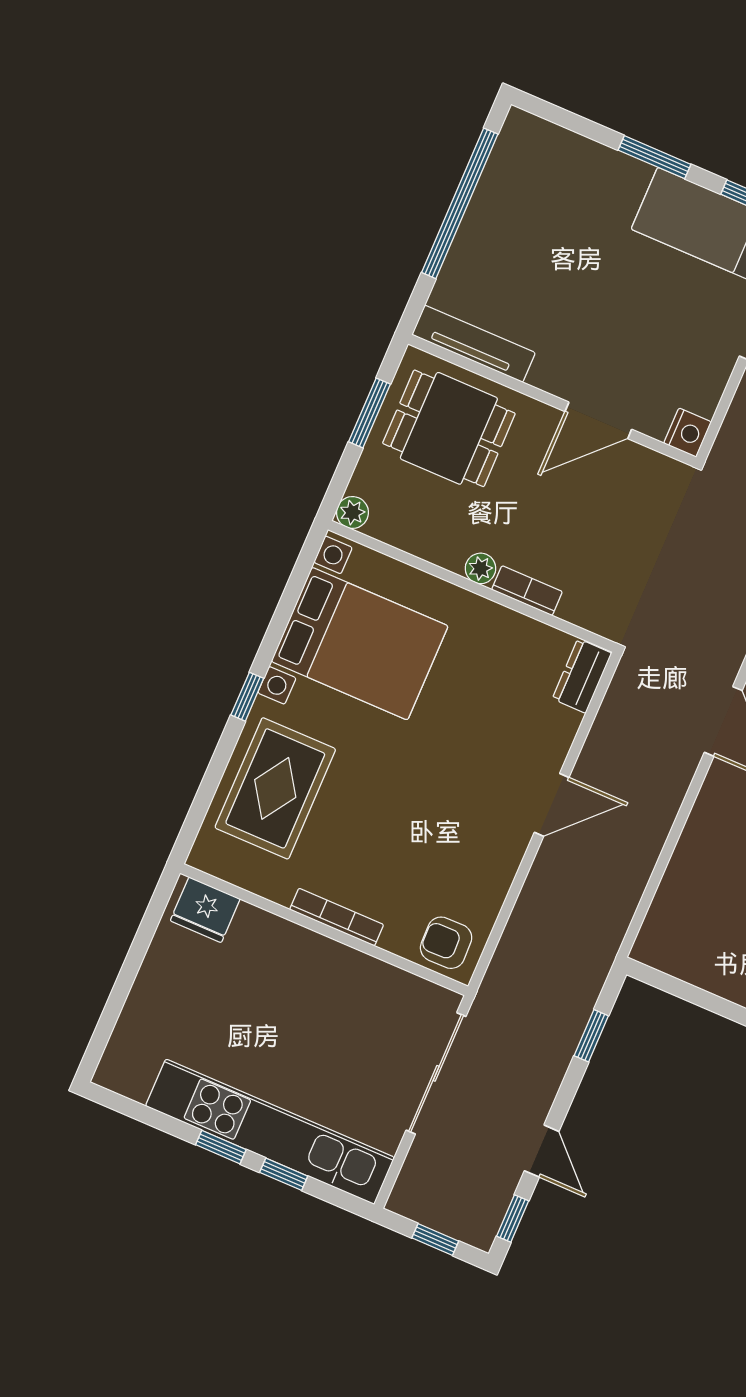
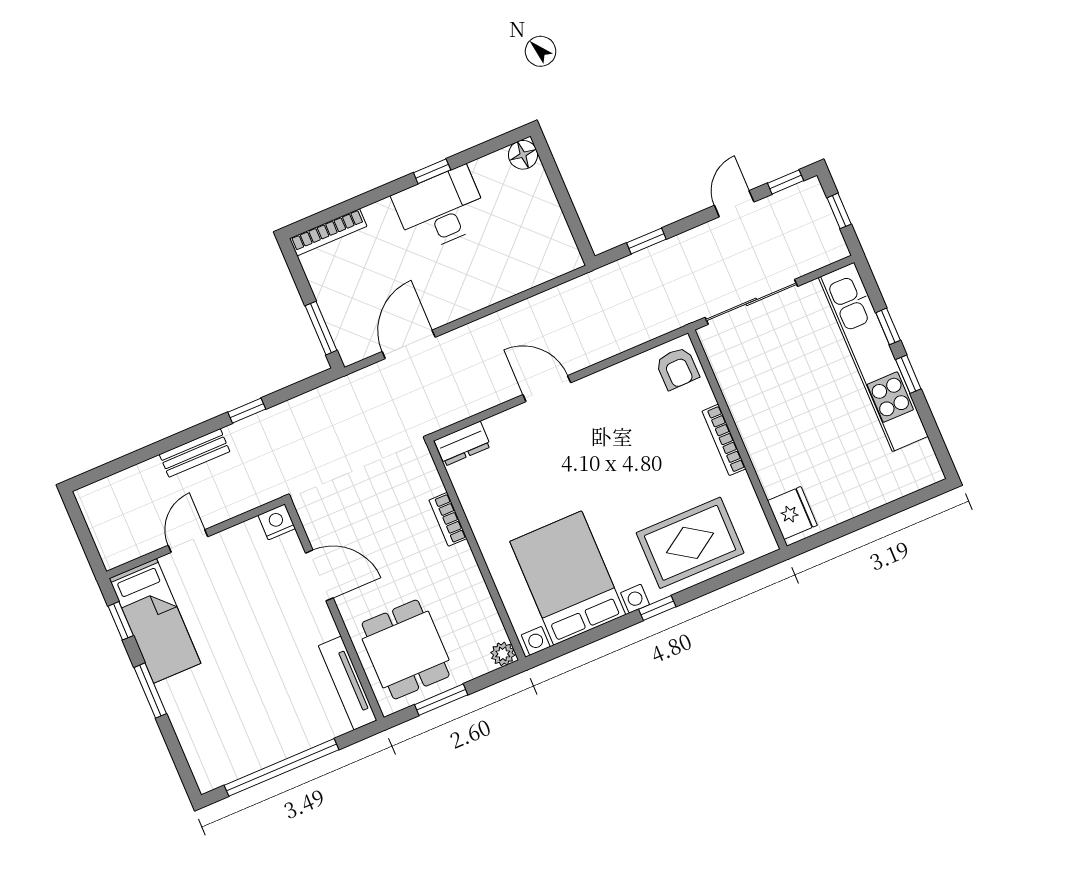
plant: (481, 568) -> (462, 556), removed

